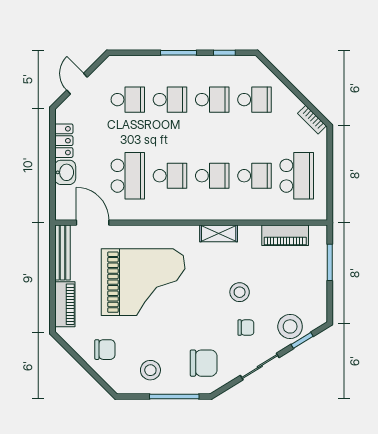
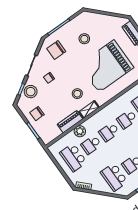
school desk: (254, 100) -> (114, 177), width x1.85
plant: (257, 210) -> (80, 131), added
piano: (285, 235) -> (70, 122), moved
stool: (240, 292) -> (77, 94), moved
chair: (105, 350) -> (37, 114), moved
stool: (150, 370) -> (84, 39), moved

